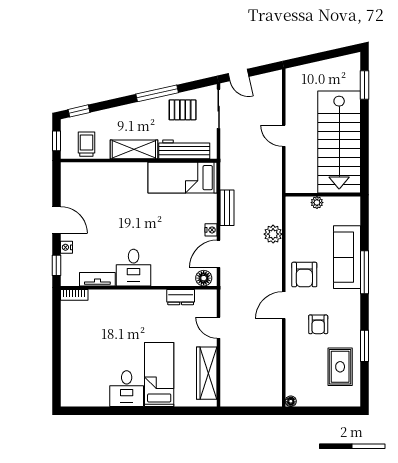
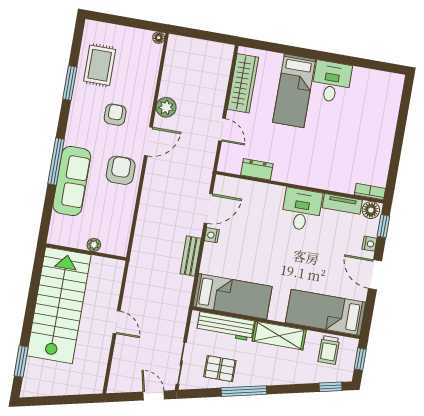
bed: (95, 178) -> (326, 312), added
plant: (273, 234) -> (166, 107), moved
floor lamp: (204, 278) -> (371, 210), moved

